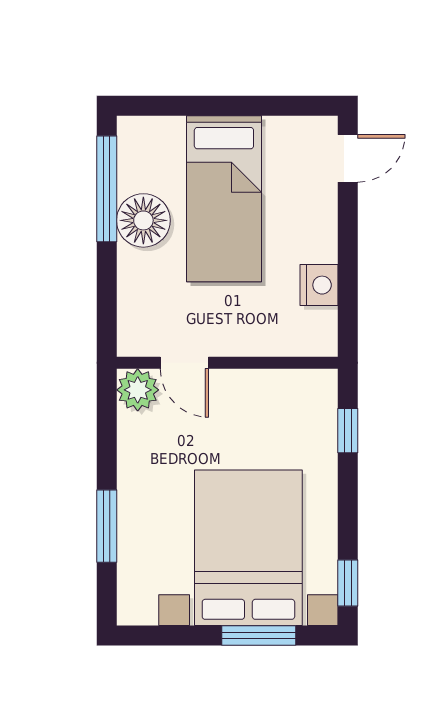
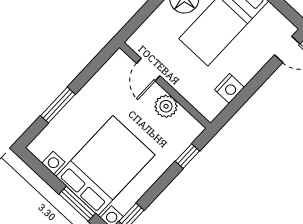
plant: (138, 390) -> (166, 106), moved

